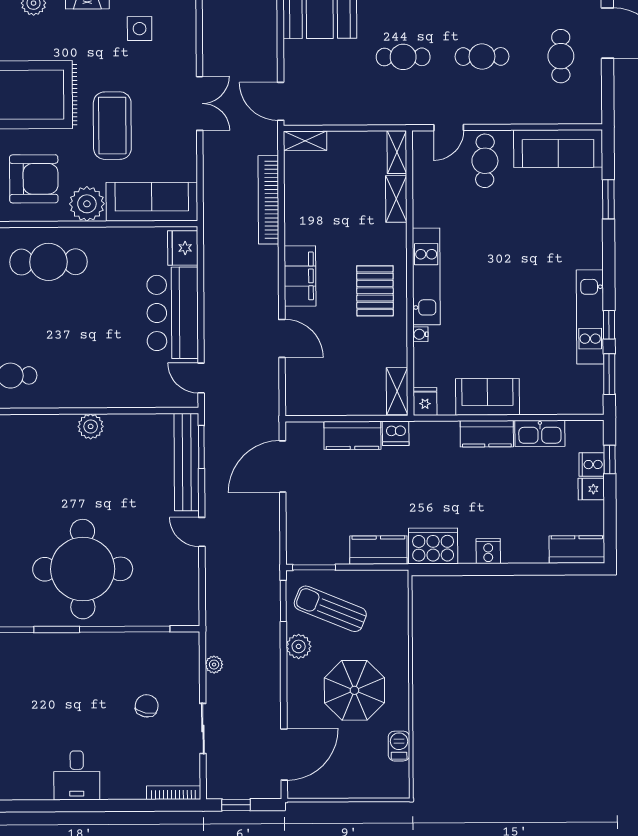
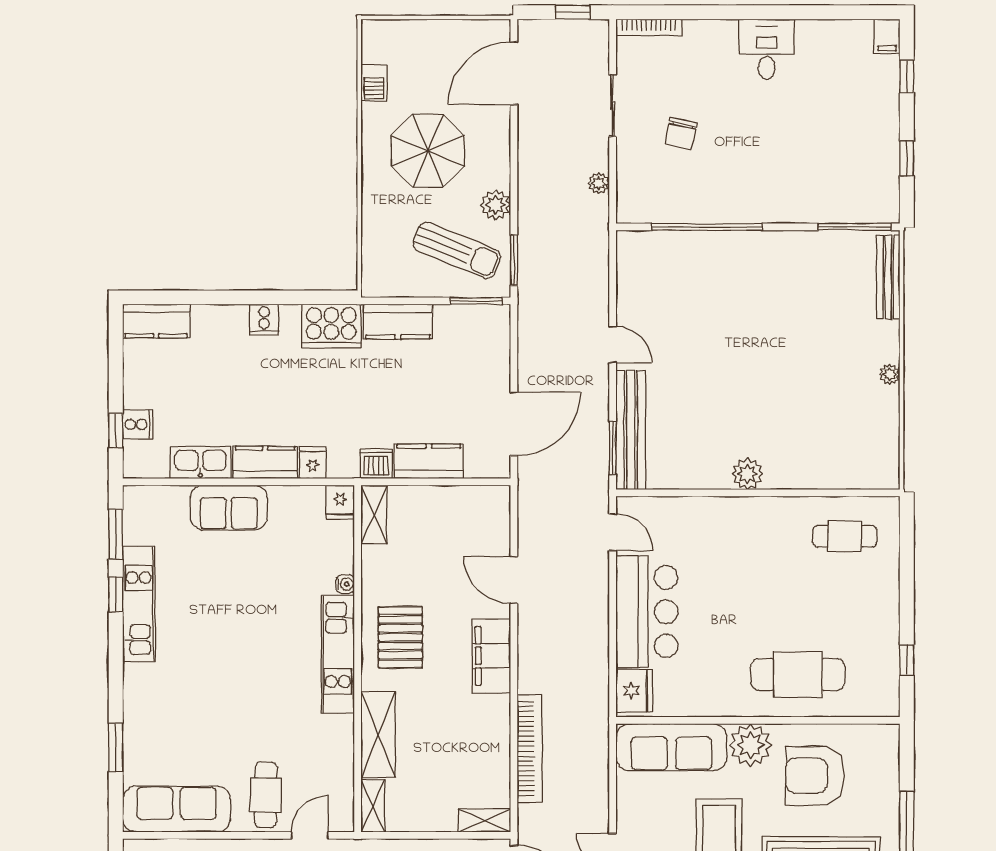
shelving: (396, 199) -> (378, 735), width x1.50, depth x1.33
sofa: (487, 397) -> (229, 507), moved
fridge: (591, 489) -> (313, 463), moved, turned -90
round table: (83, 569) -> (758, 300), removed

